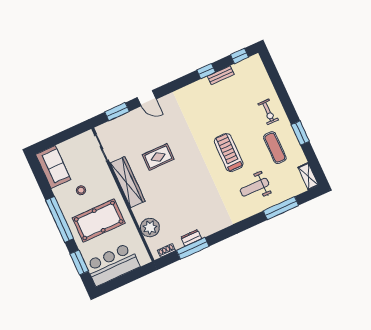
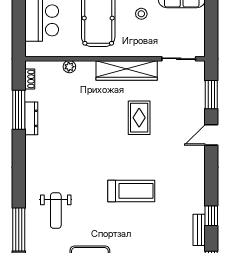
treadmill: (229, 153) -> (131, 191), moved
weight bench: (254, 187) -> (56, 211), turned 180
plant: (150, 228) -> (69, 67), width x0.53, depth x0.53
dresser: (191, 238) -> (31, 118), width x1.44

